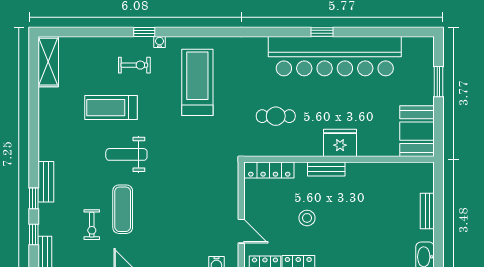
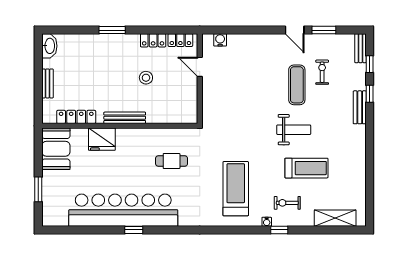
shelving: (48, 62) -> (335, 218), moved, turned 90
treadmill: (197, 82) -> (236, 189), turned 180
fridge: (340, 143) -> (102, 139), moved
bench: (326, 169) -> (125, 118), width x1.36
locker: (269, 170) -> (76, 117), moved

